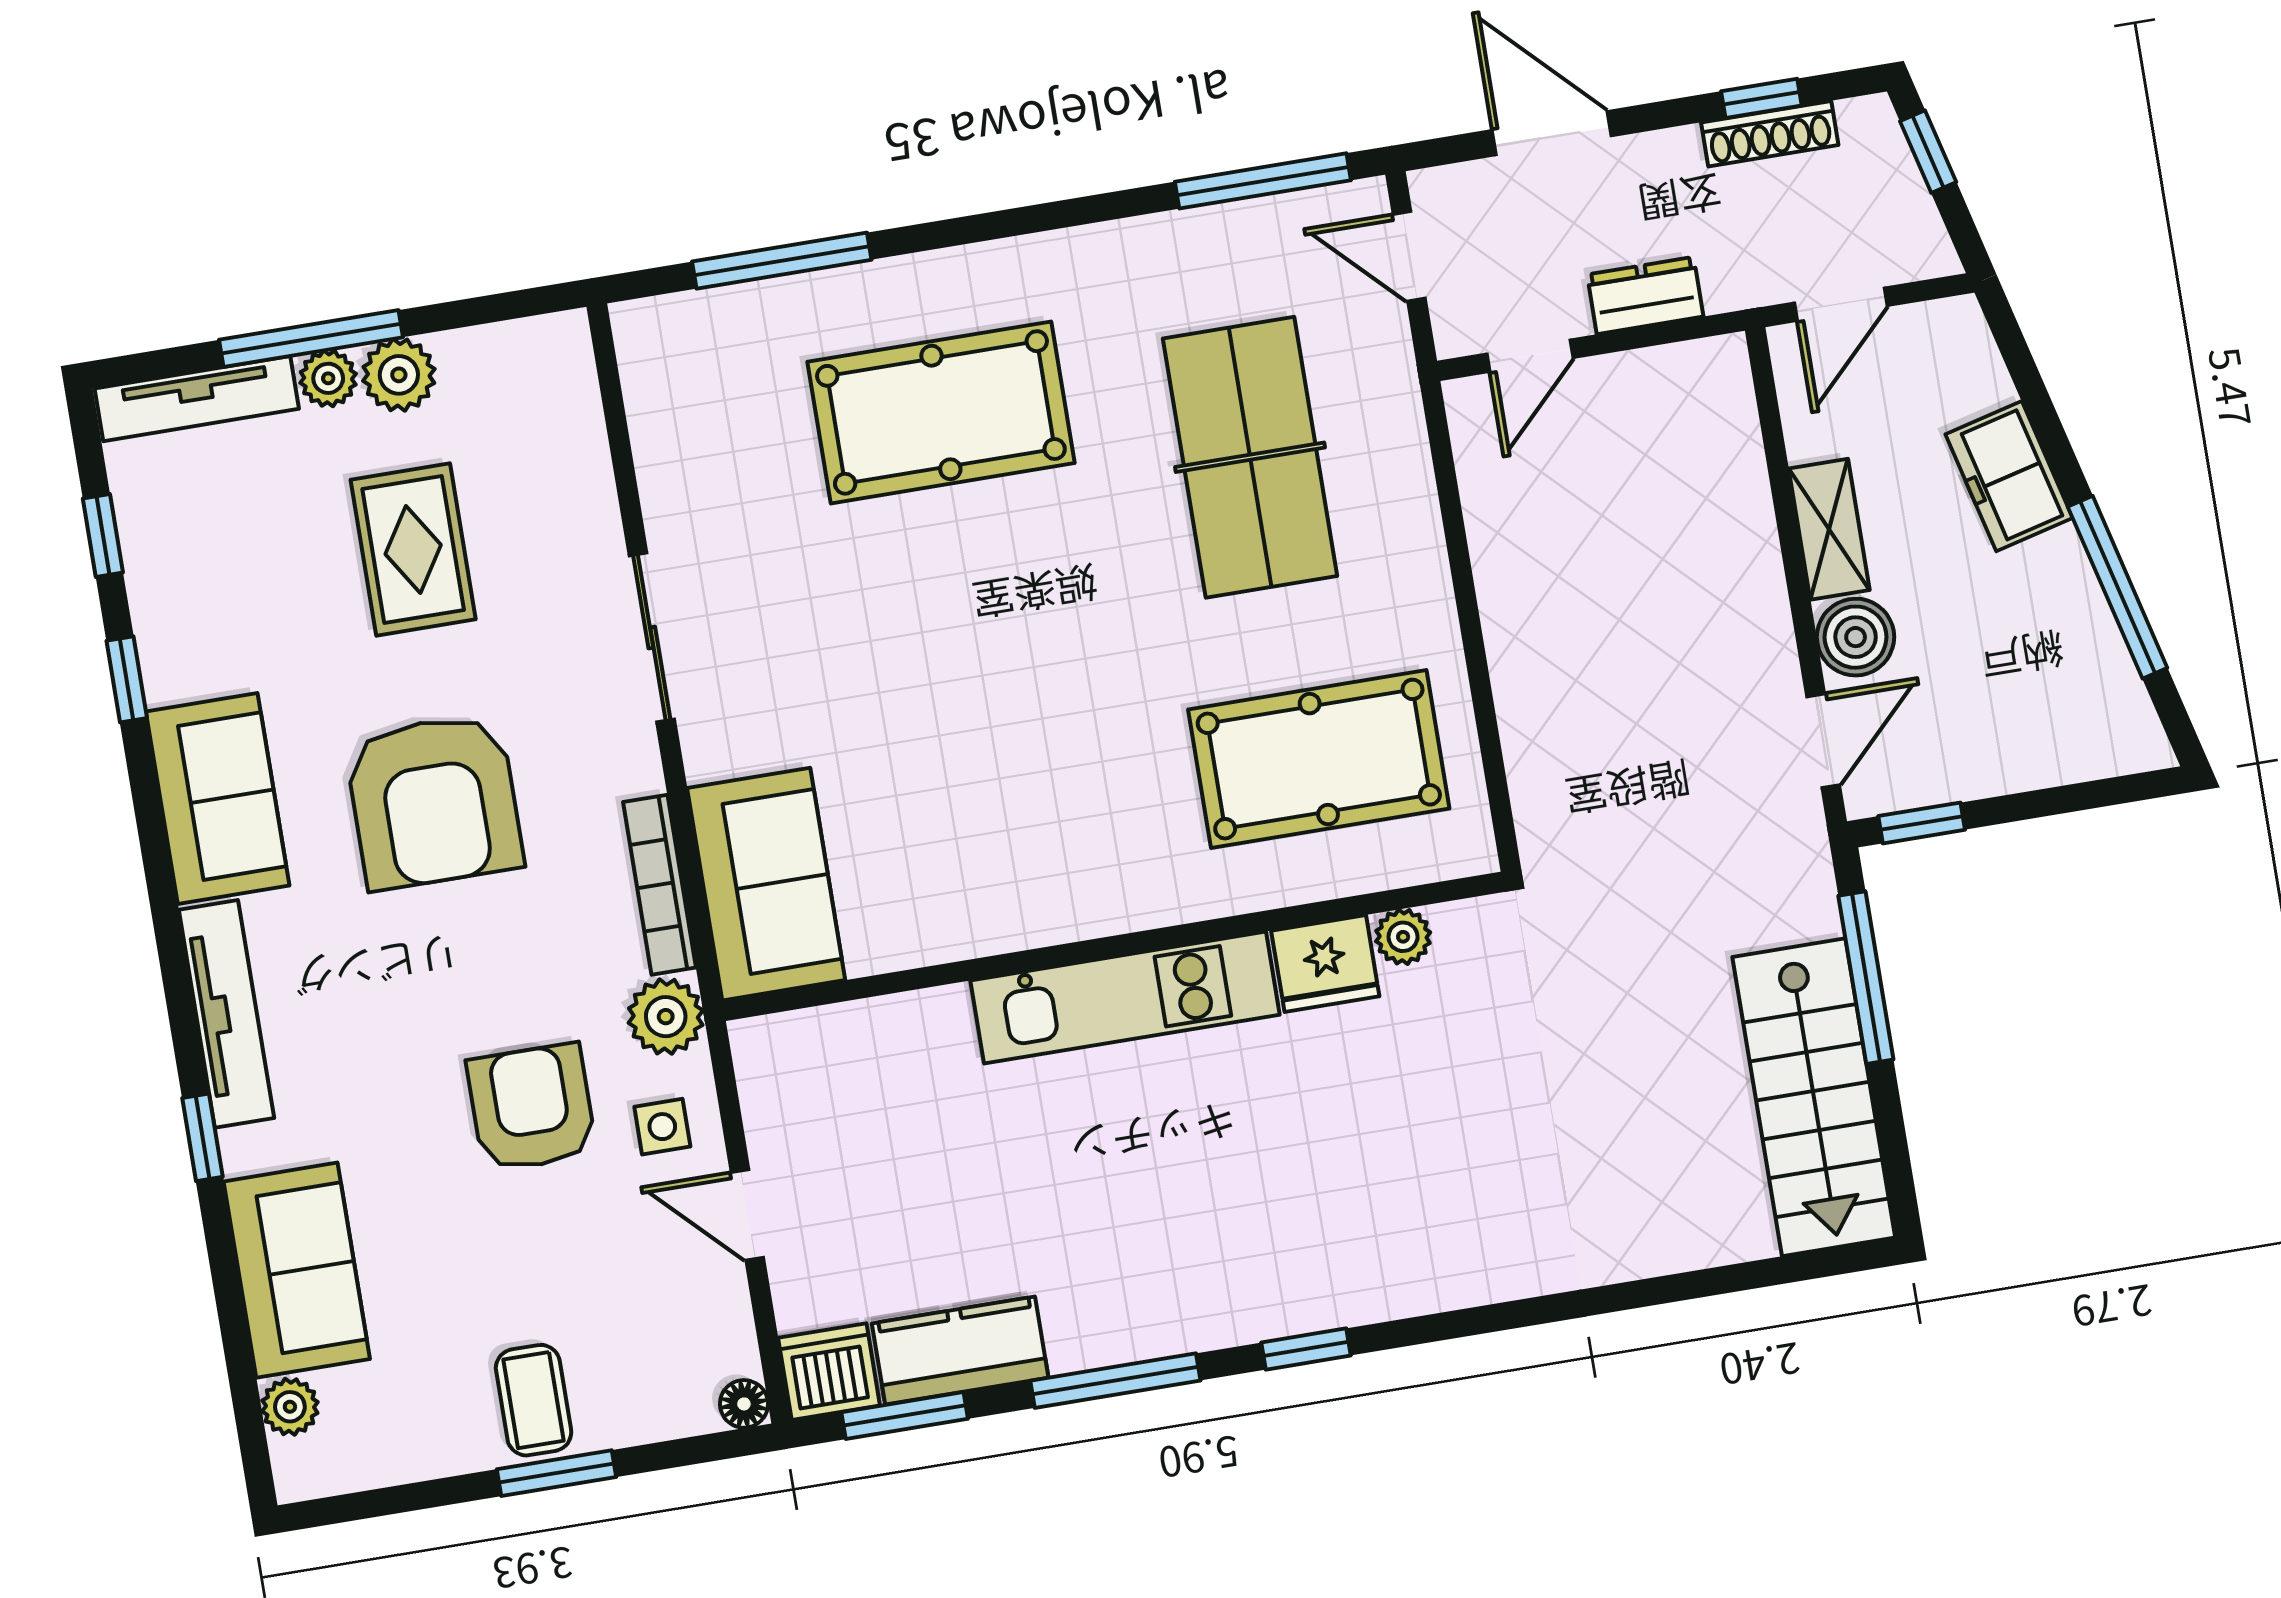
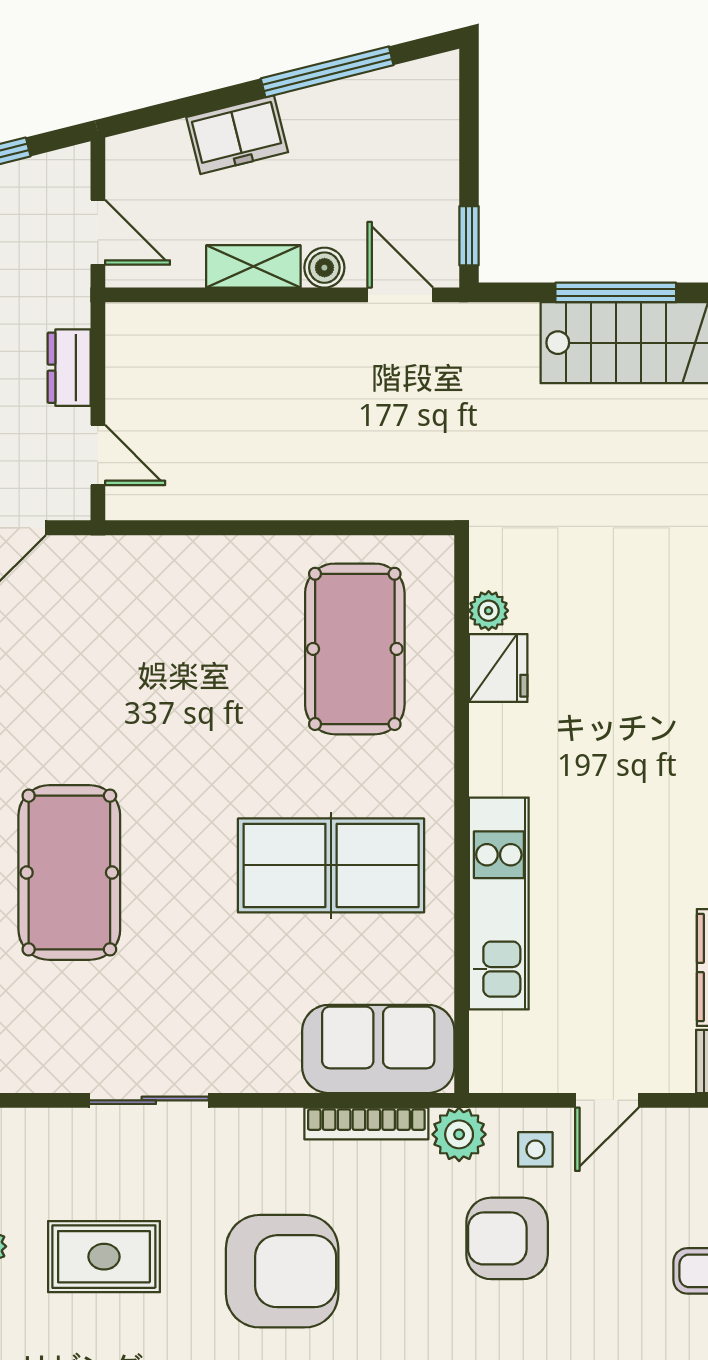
table tennis table: (1250, 457) -> (331, 865), moved
boiler: (1856, 637) -> (324, 268), width x0.73, depth x0.73
sliding door: (652, 638) -> (149, 1100), moved
window: (1866, 978) -> (616, 292), moved
kitchen unit: (1125, 998) -> (499, 903), moved

